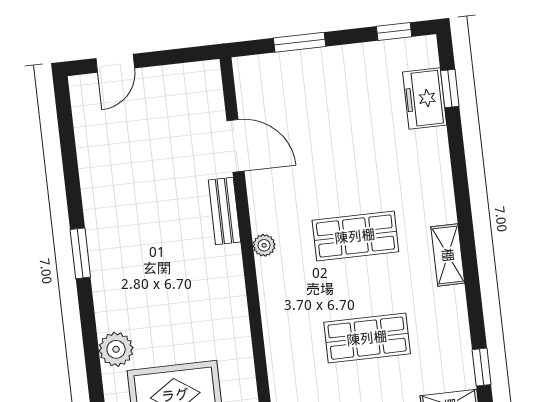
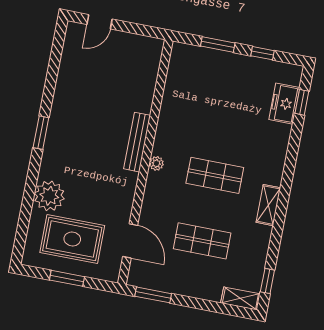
window: (394, 31) -> (263, 53), moved
door: (236, 146) -> (130, 241), moved
bench: (224, 211) -> (137, 142), width x1.36
plant: (116, 349) -> (49, 196), width x1.36, depth x1.36

